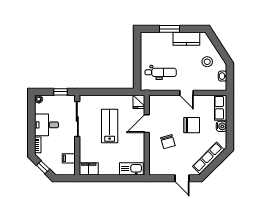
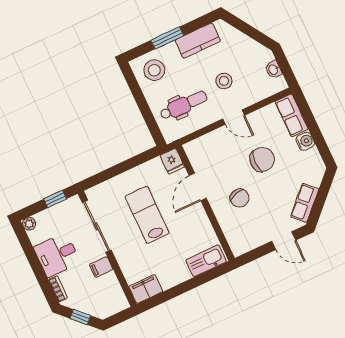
stool: (153, 44) -> (154, 70), added
stool: (207, 62) -> (224, 81), moved
filing cabinet: (69, 158) -> (101, 267), moved
row of seats: (208, 158) -> (305, 203), width x0.68

